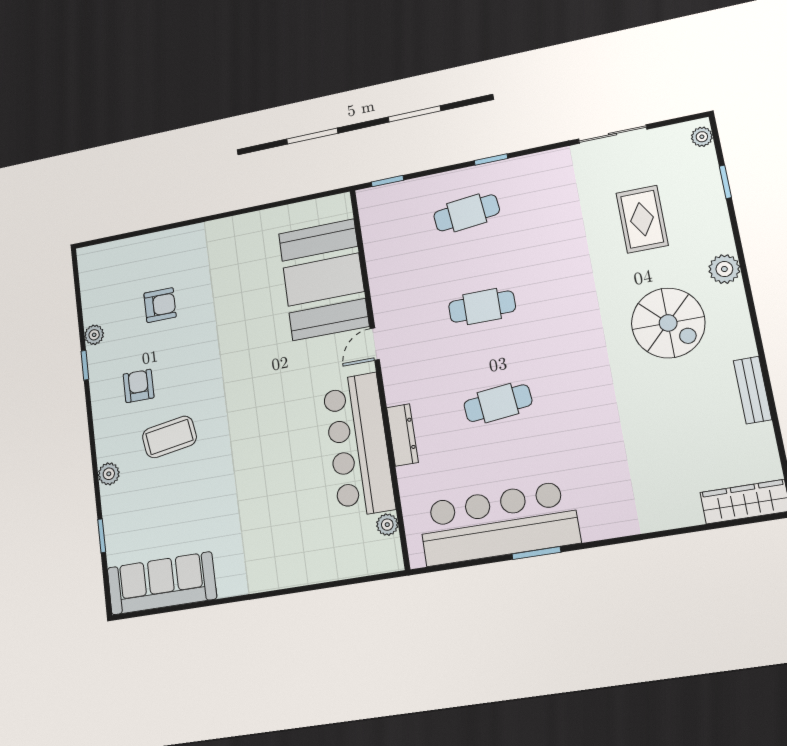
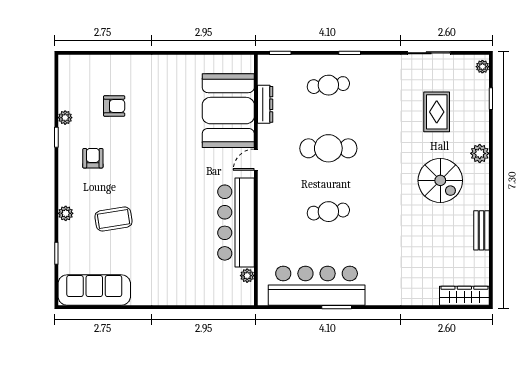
cafe table: (482, 307) -> (328, 148), width x1.37, depth x1.35
dresser: (402, 435) -> (265, 104), moved
coffee table: (169, 437) -> (114, 219), moved

